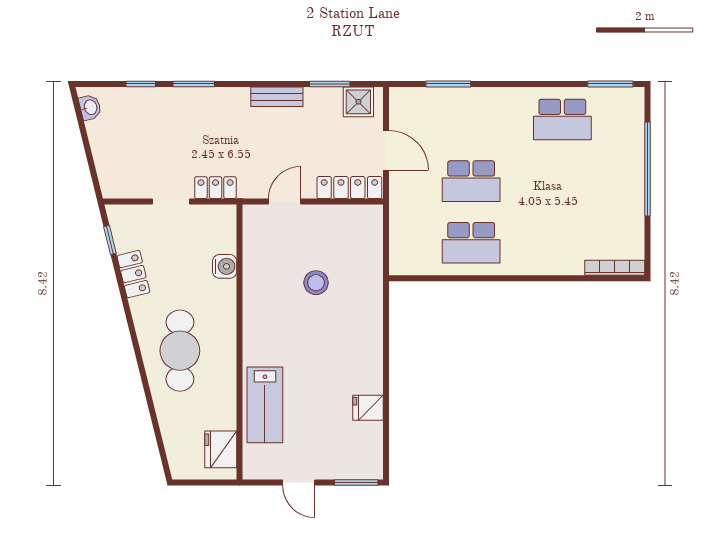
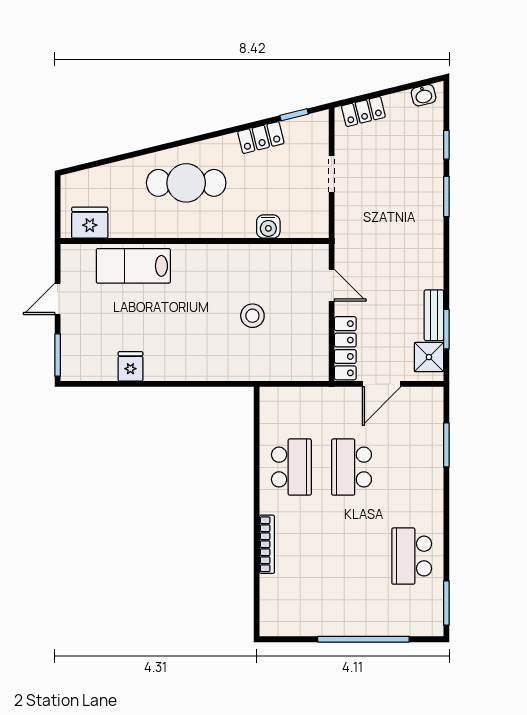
bench: (277, 97) -> (434, 315), moved
locker: (216, 188) -> (363, 112), moved, turned 76
school desk: (471, 243) -> (291, 467), turned 180
bookcase: (615, 268) -> (267, 544), moved

